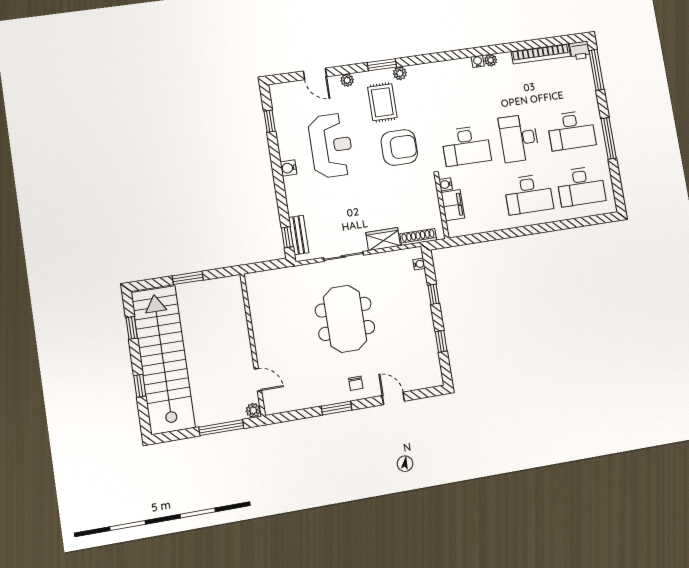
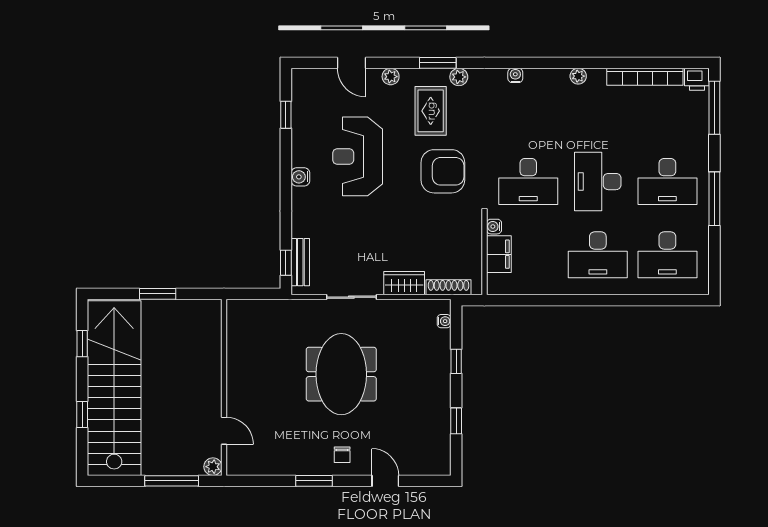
water cooler: (478, 61) -> (515, 75), moved
reception desk: (331, 146) -> (358, 156), turned 180

